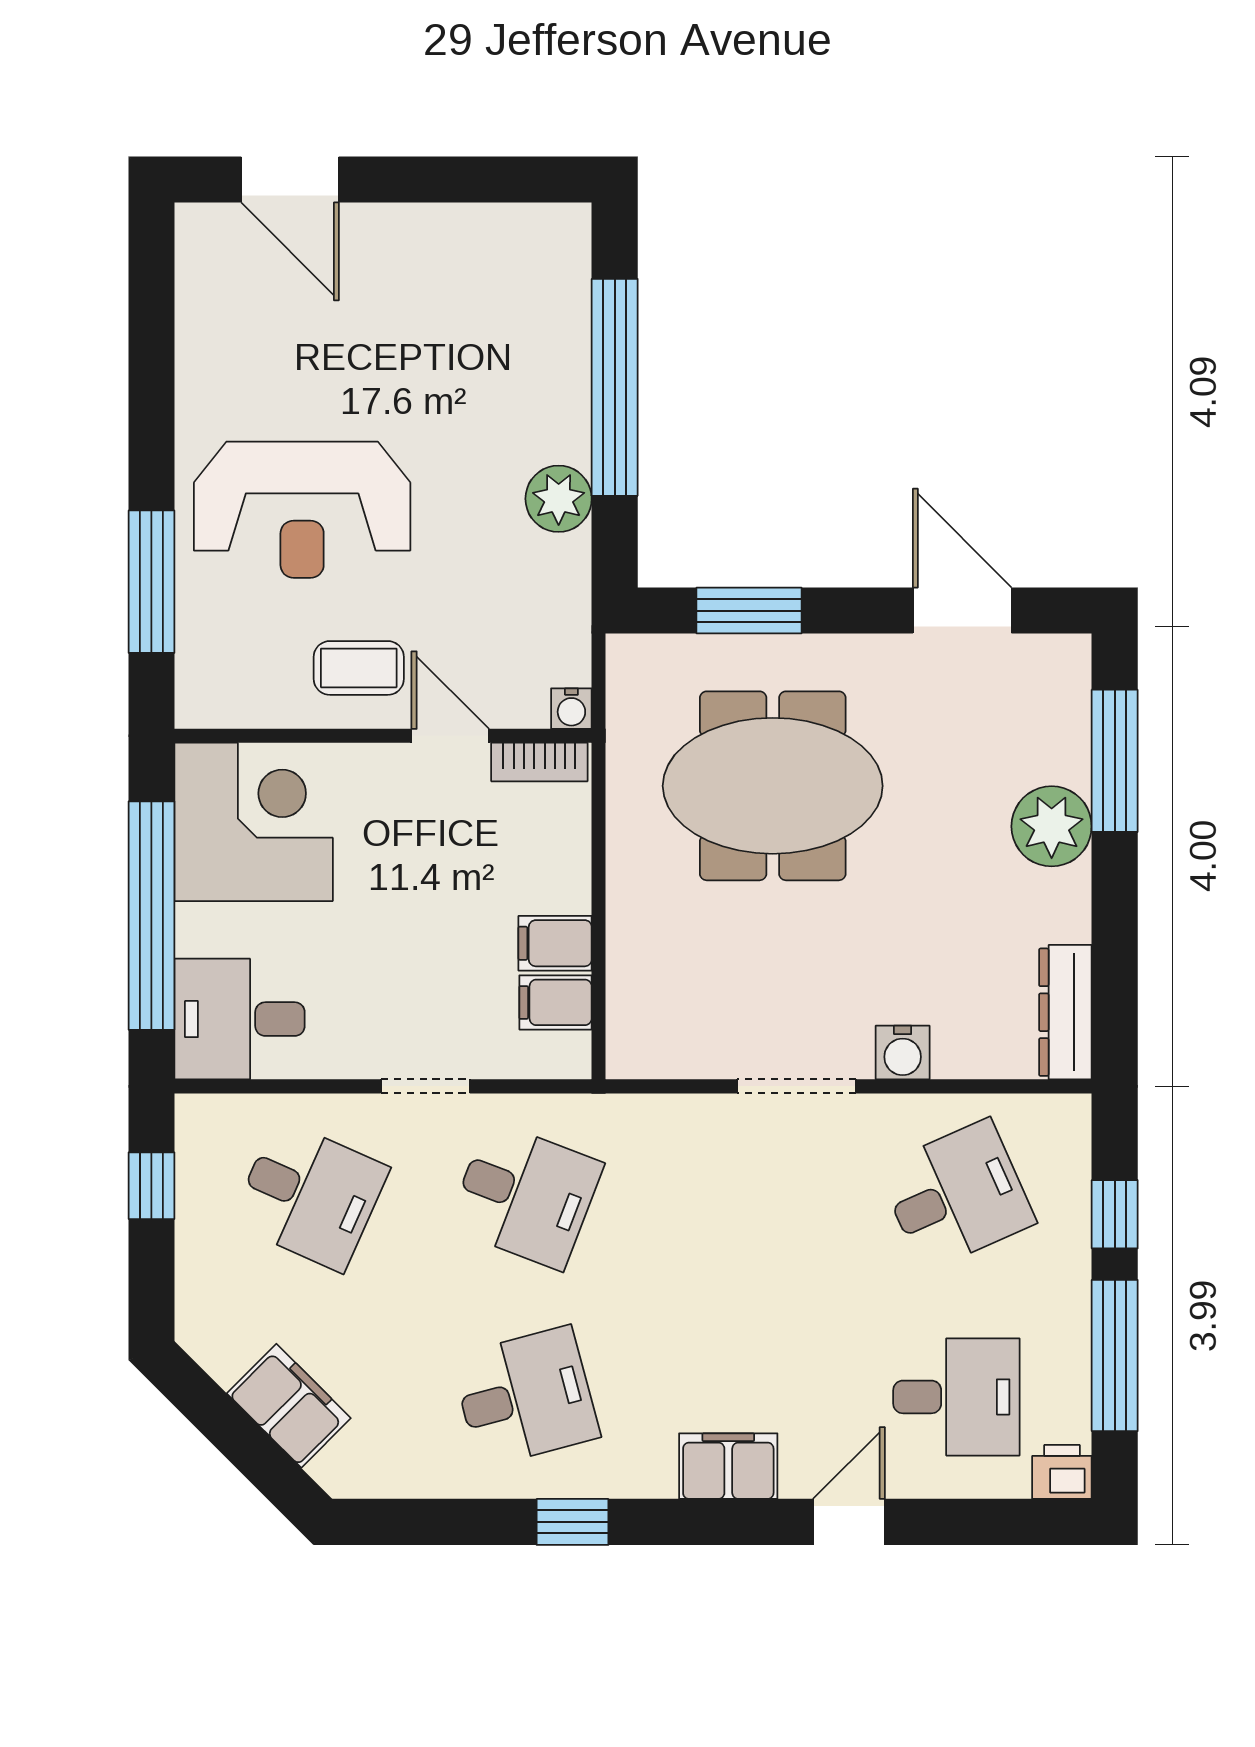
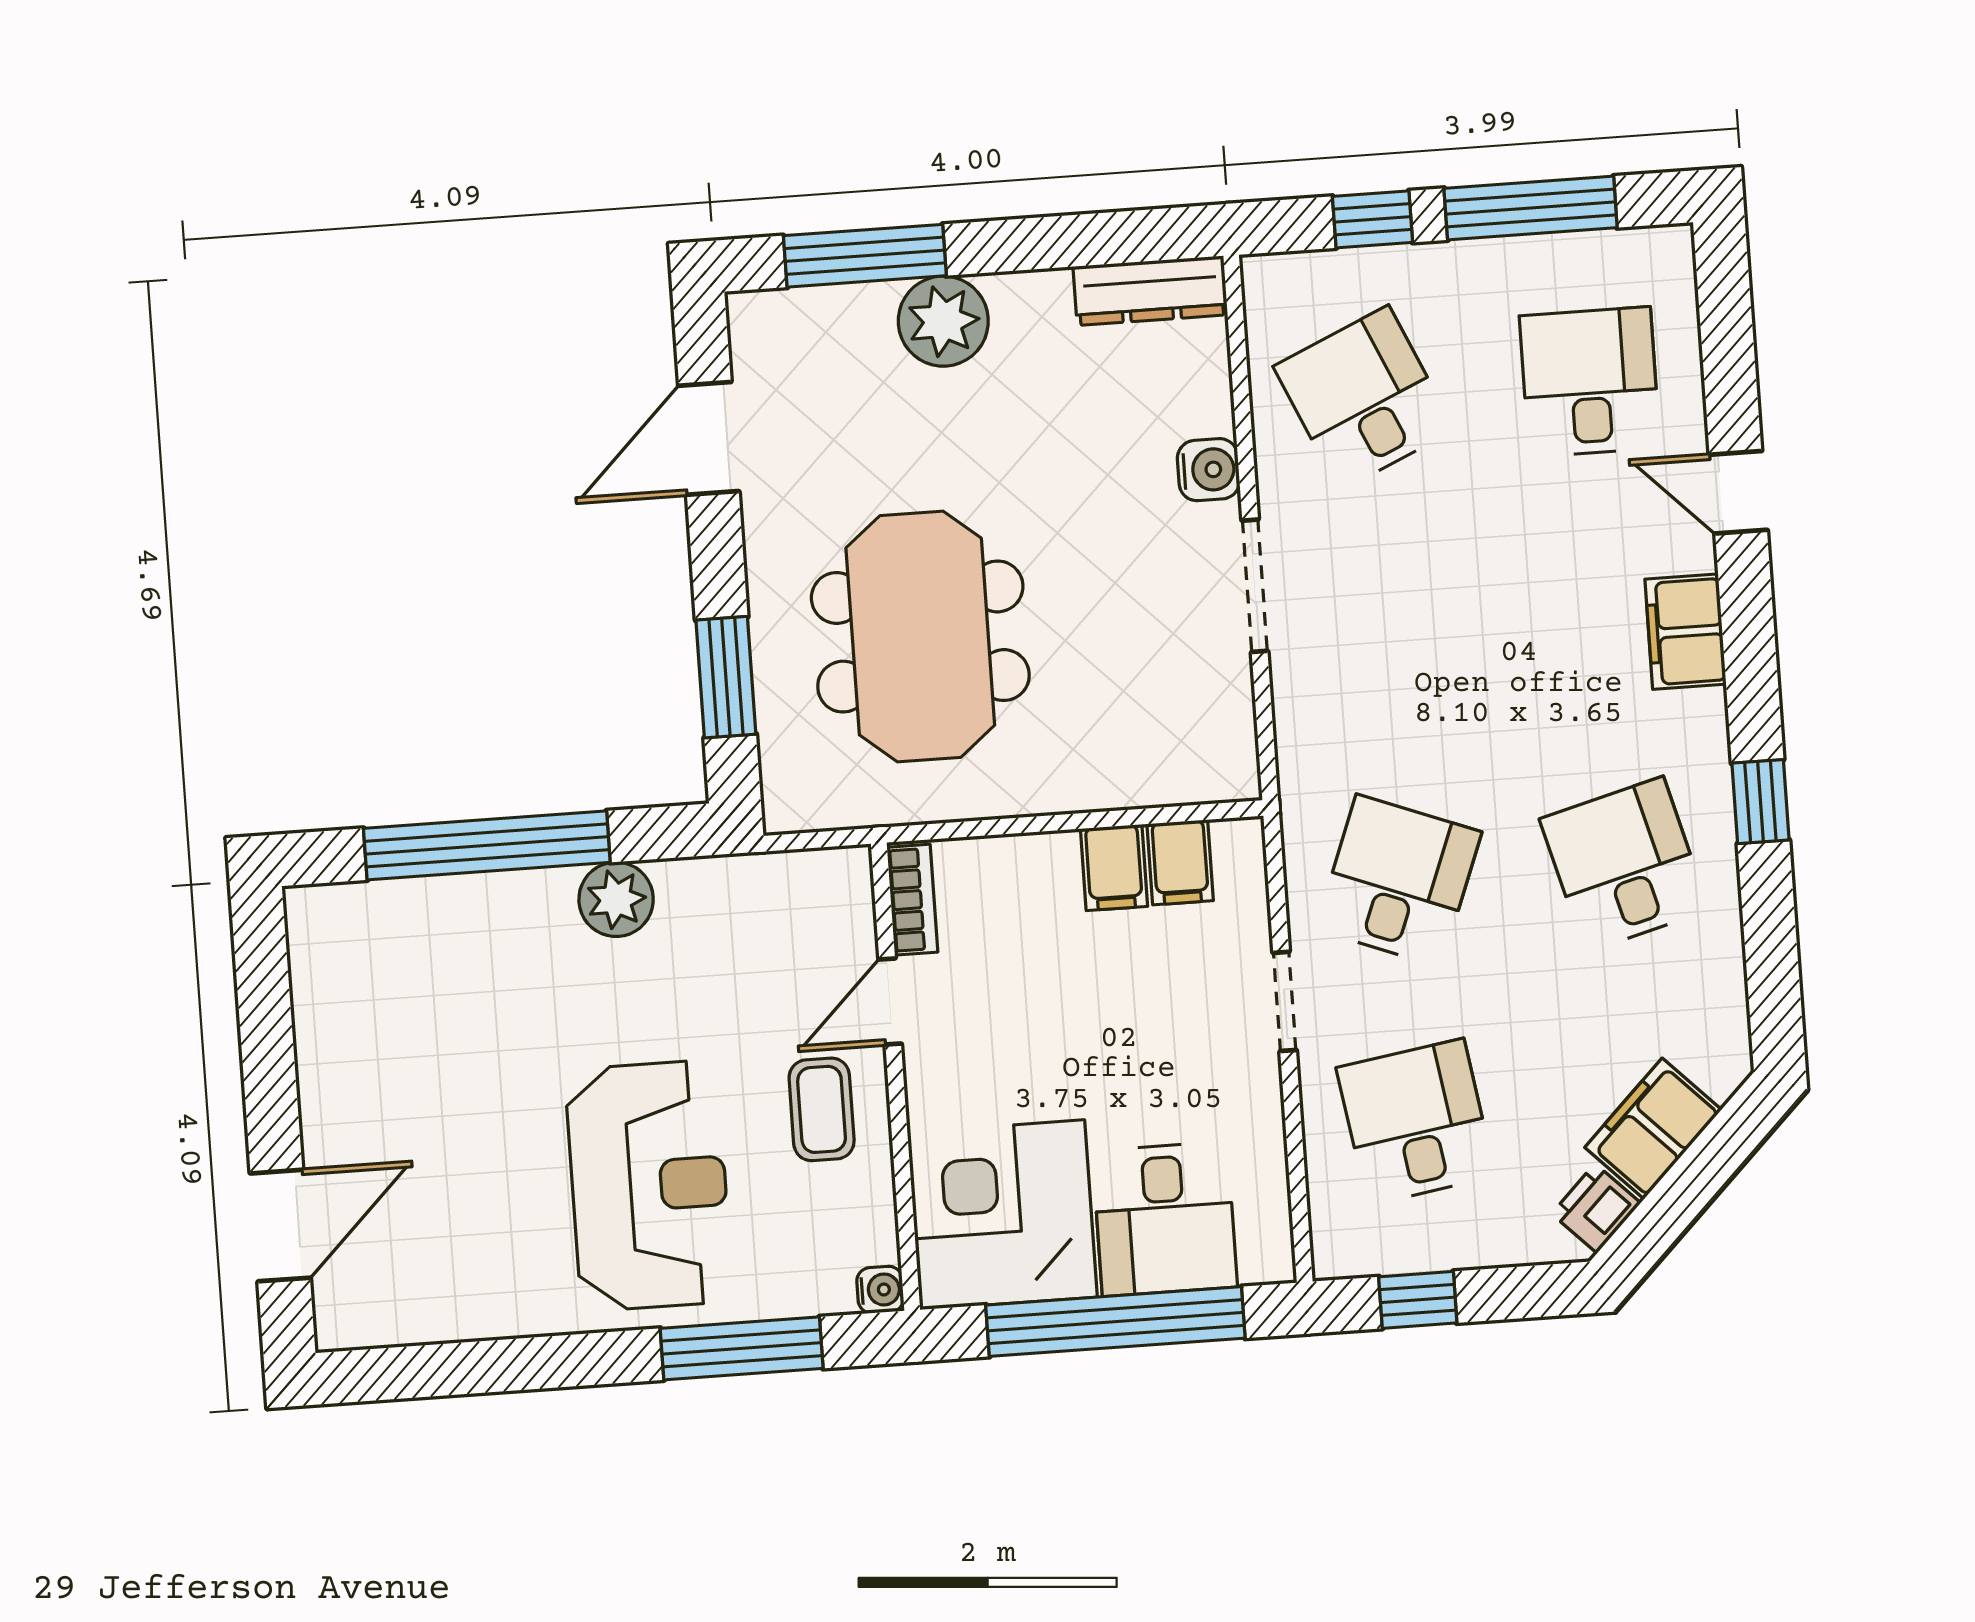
water cooler: (571, 709) -> (880, 1290), moved
desk: (240, 1019) -> (1165, 1219), moved
desk: (310, 1195) -> (1416, 1122), turned -33
printer: (1062, 1472) -> (1596, 1208), moved, turned 45

